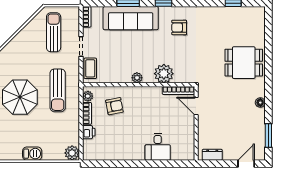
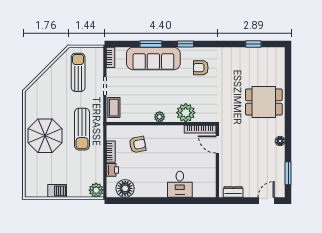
plant: (88, 96) -> (111, 135), removed
floor lamp: (102, 151) -> (125, 188), added

